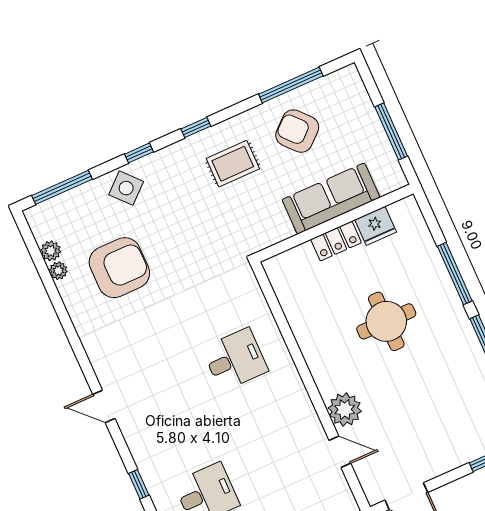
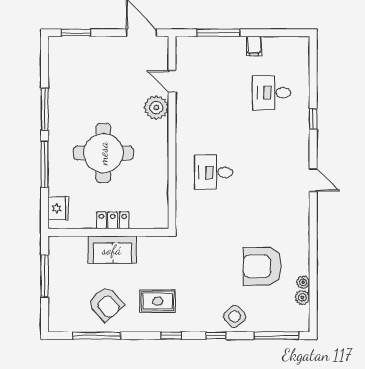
sofa: (331, 199) -> (112, 250), width x0.73
fridge: (376, 226) -> (58, 208), moved, turned 90
round table: (386, 321) -> (103, 153), width x1.36, depth x1.36

